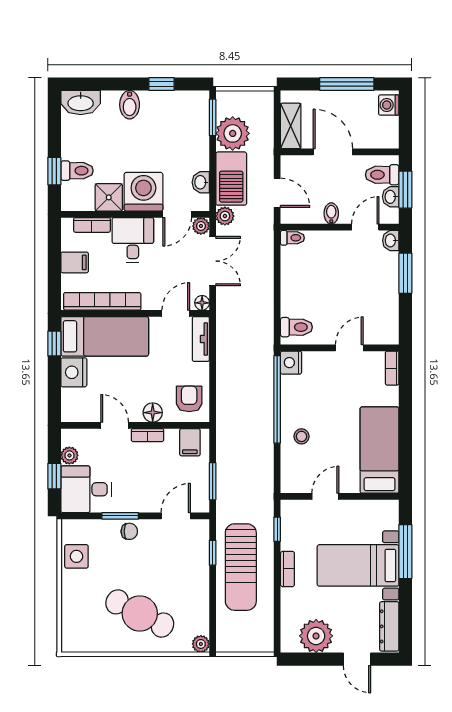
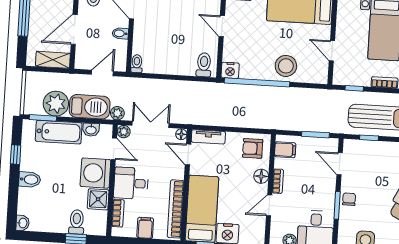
washbasin: (81, 103) -> (23, 223), width x0.52, depth x0.69
bathtub: (195, 139) -> (59, 132), added
stool: (301, 436) -> (286, 66), width x1.89, depth x1.89

